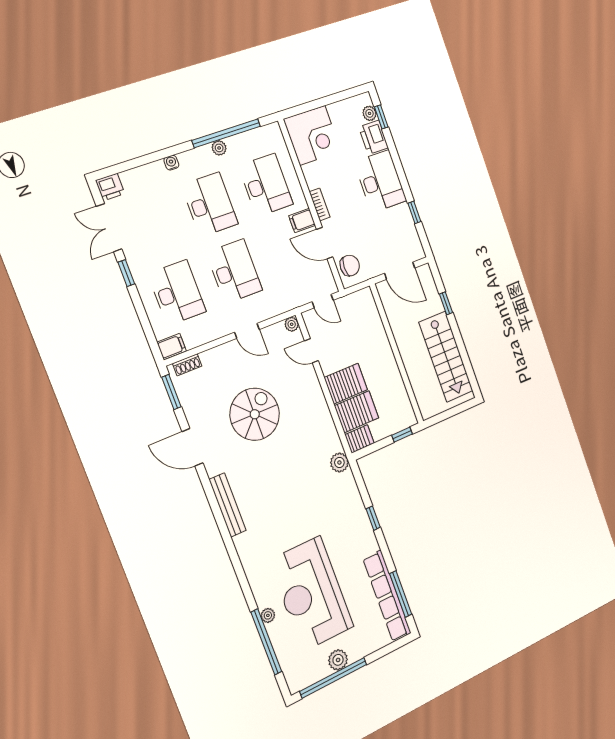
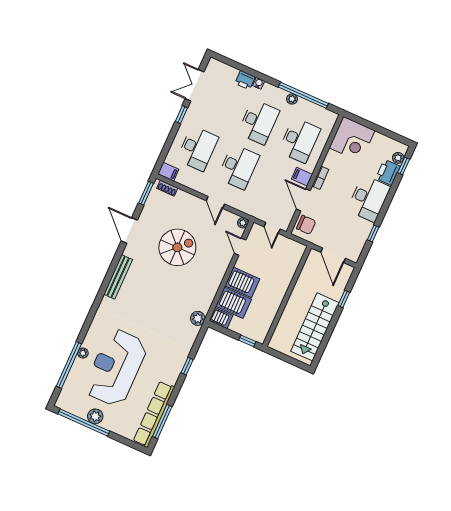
printer: (110, 187) -> (245, 80), moved

